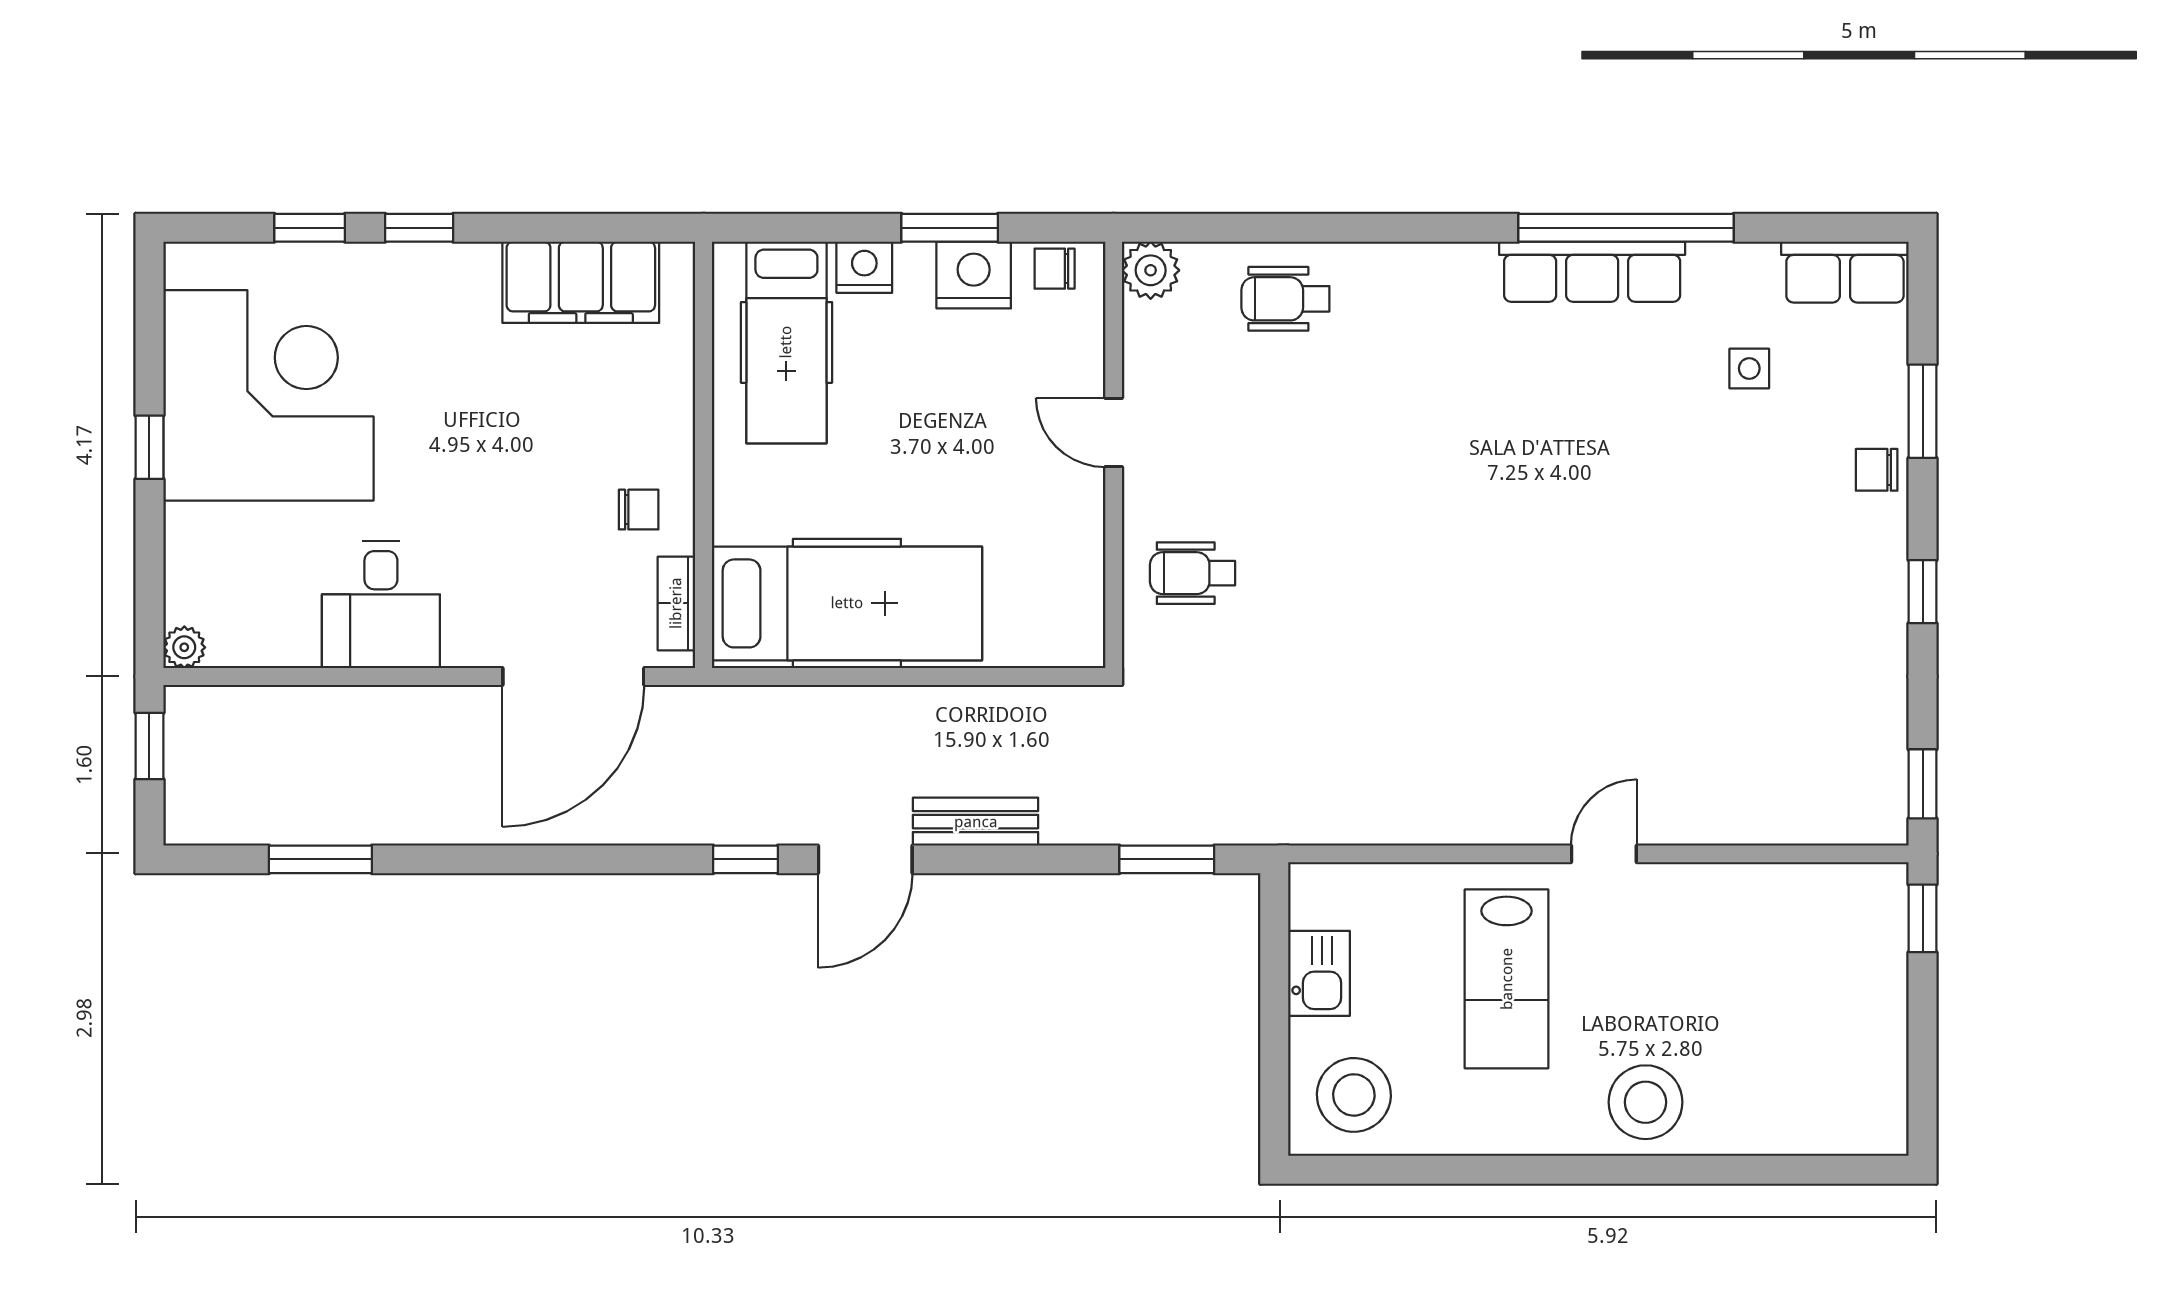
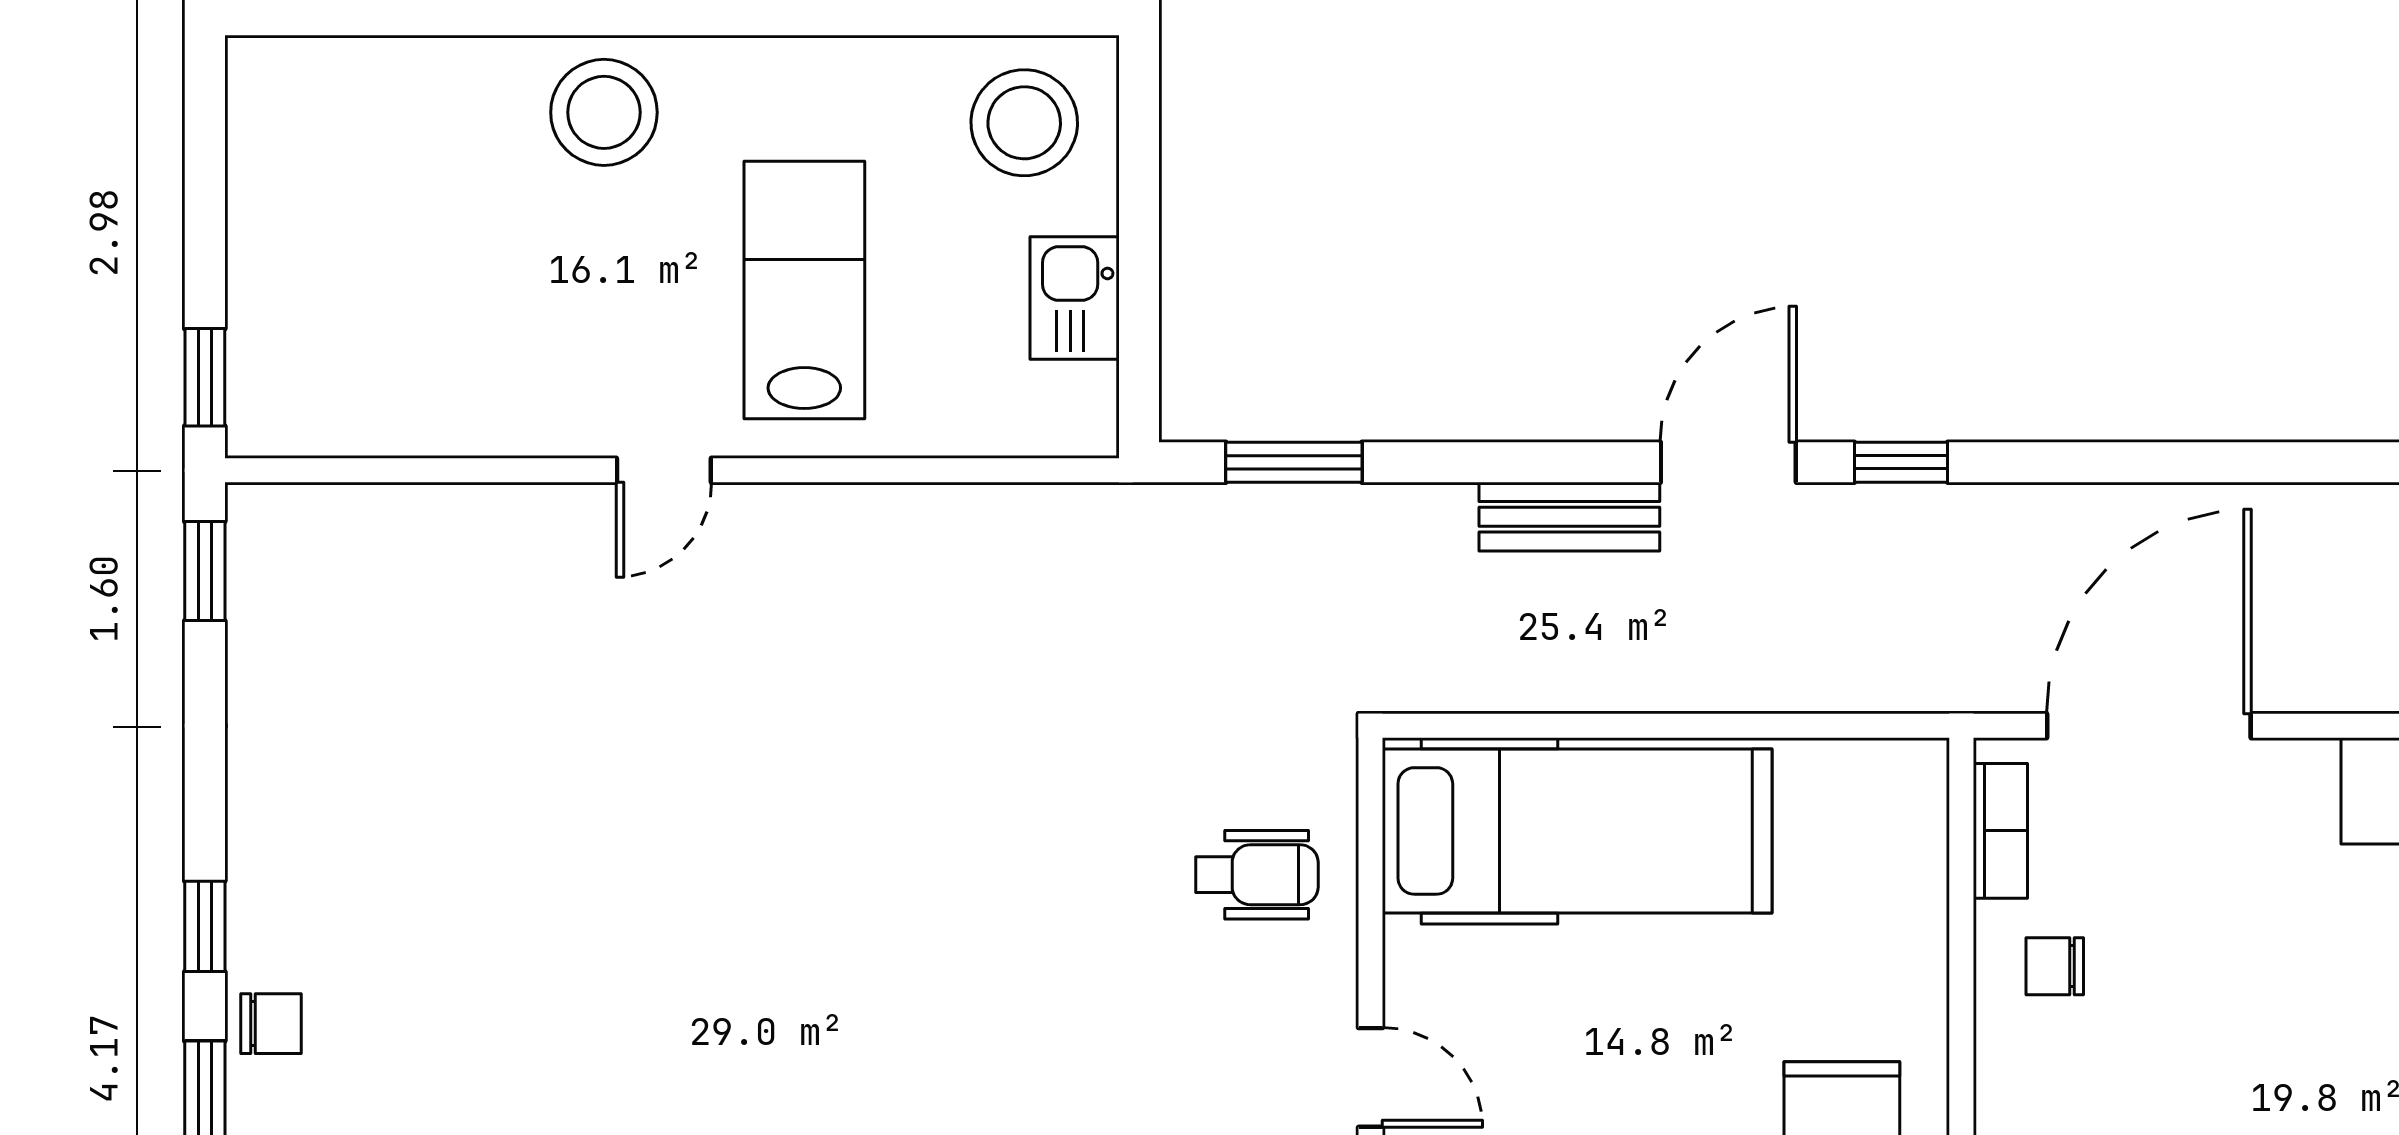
window: (1923, 592) -> (205, 926), moved
hospital bed: (847, 603) -> (1577, 831), moved, turned 180

